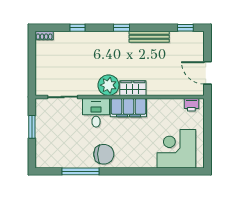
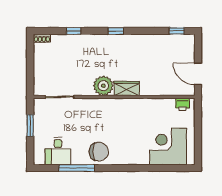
bench: (149, 37) -> (142, 39), removed
filing cabinet: (128, 108) -> (122, 107), removed
desk: (96, 113) -> (58, 151), moved, turned 180

